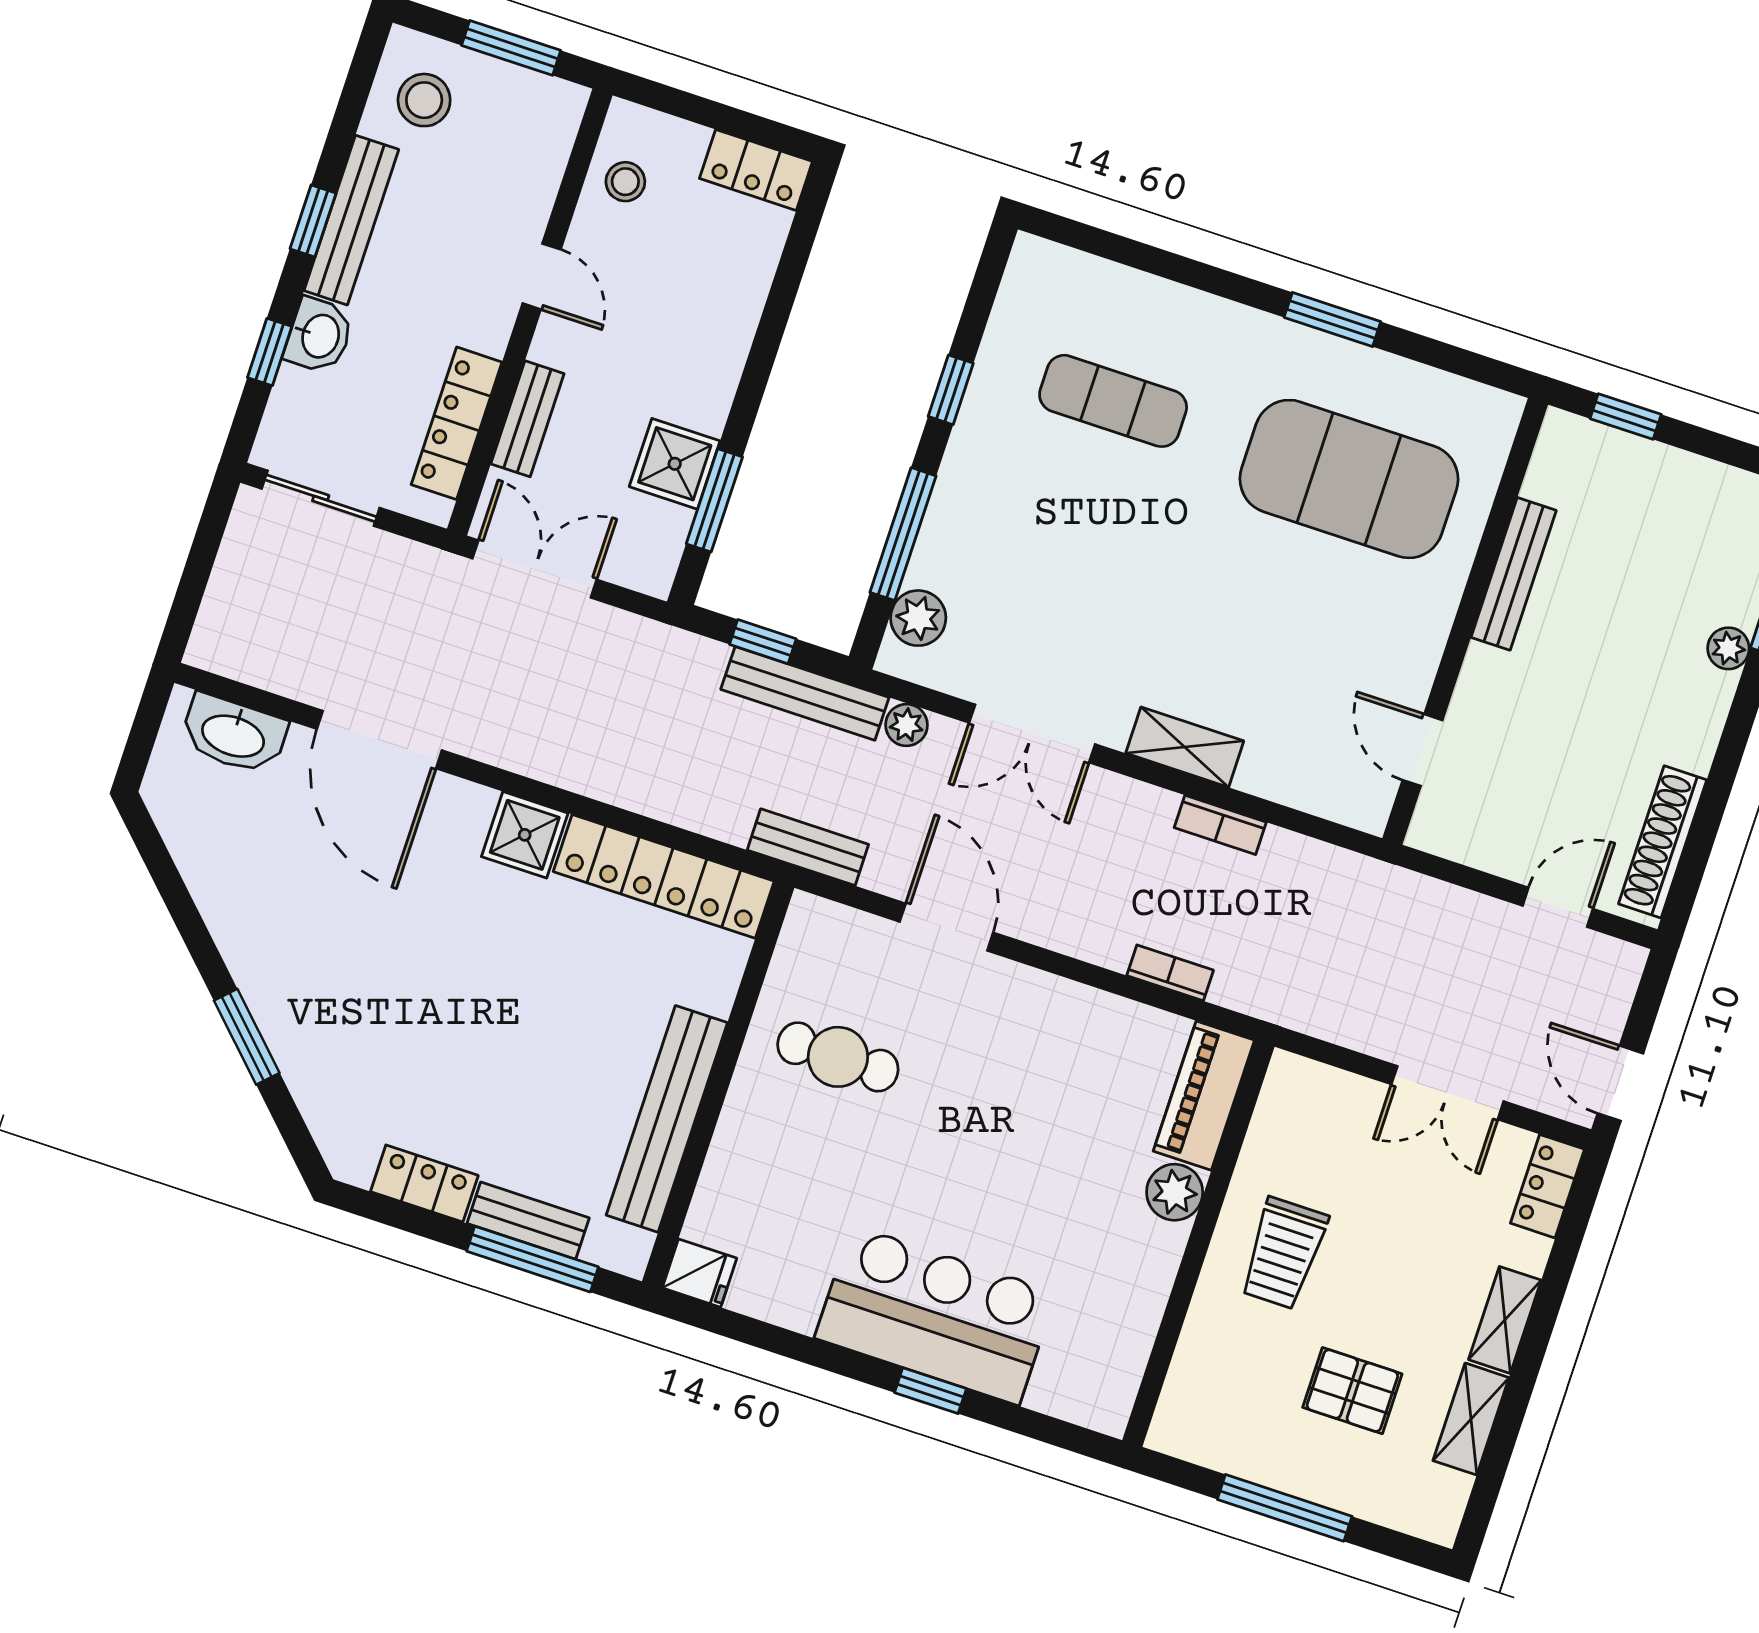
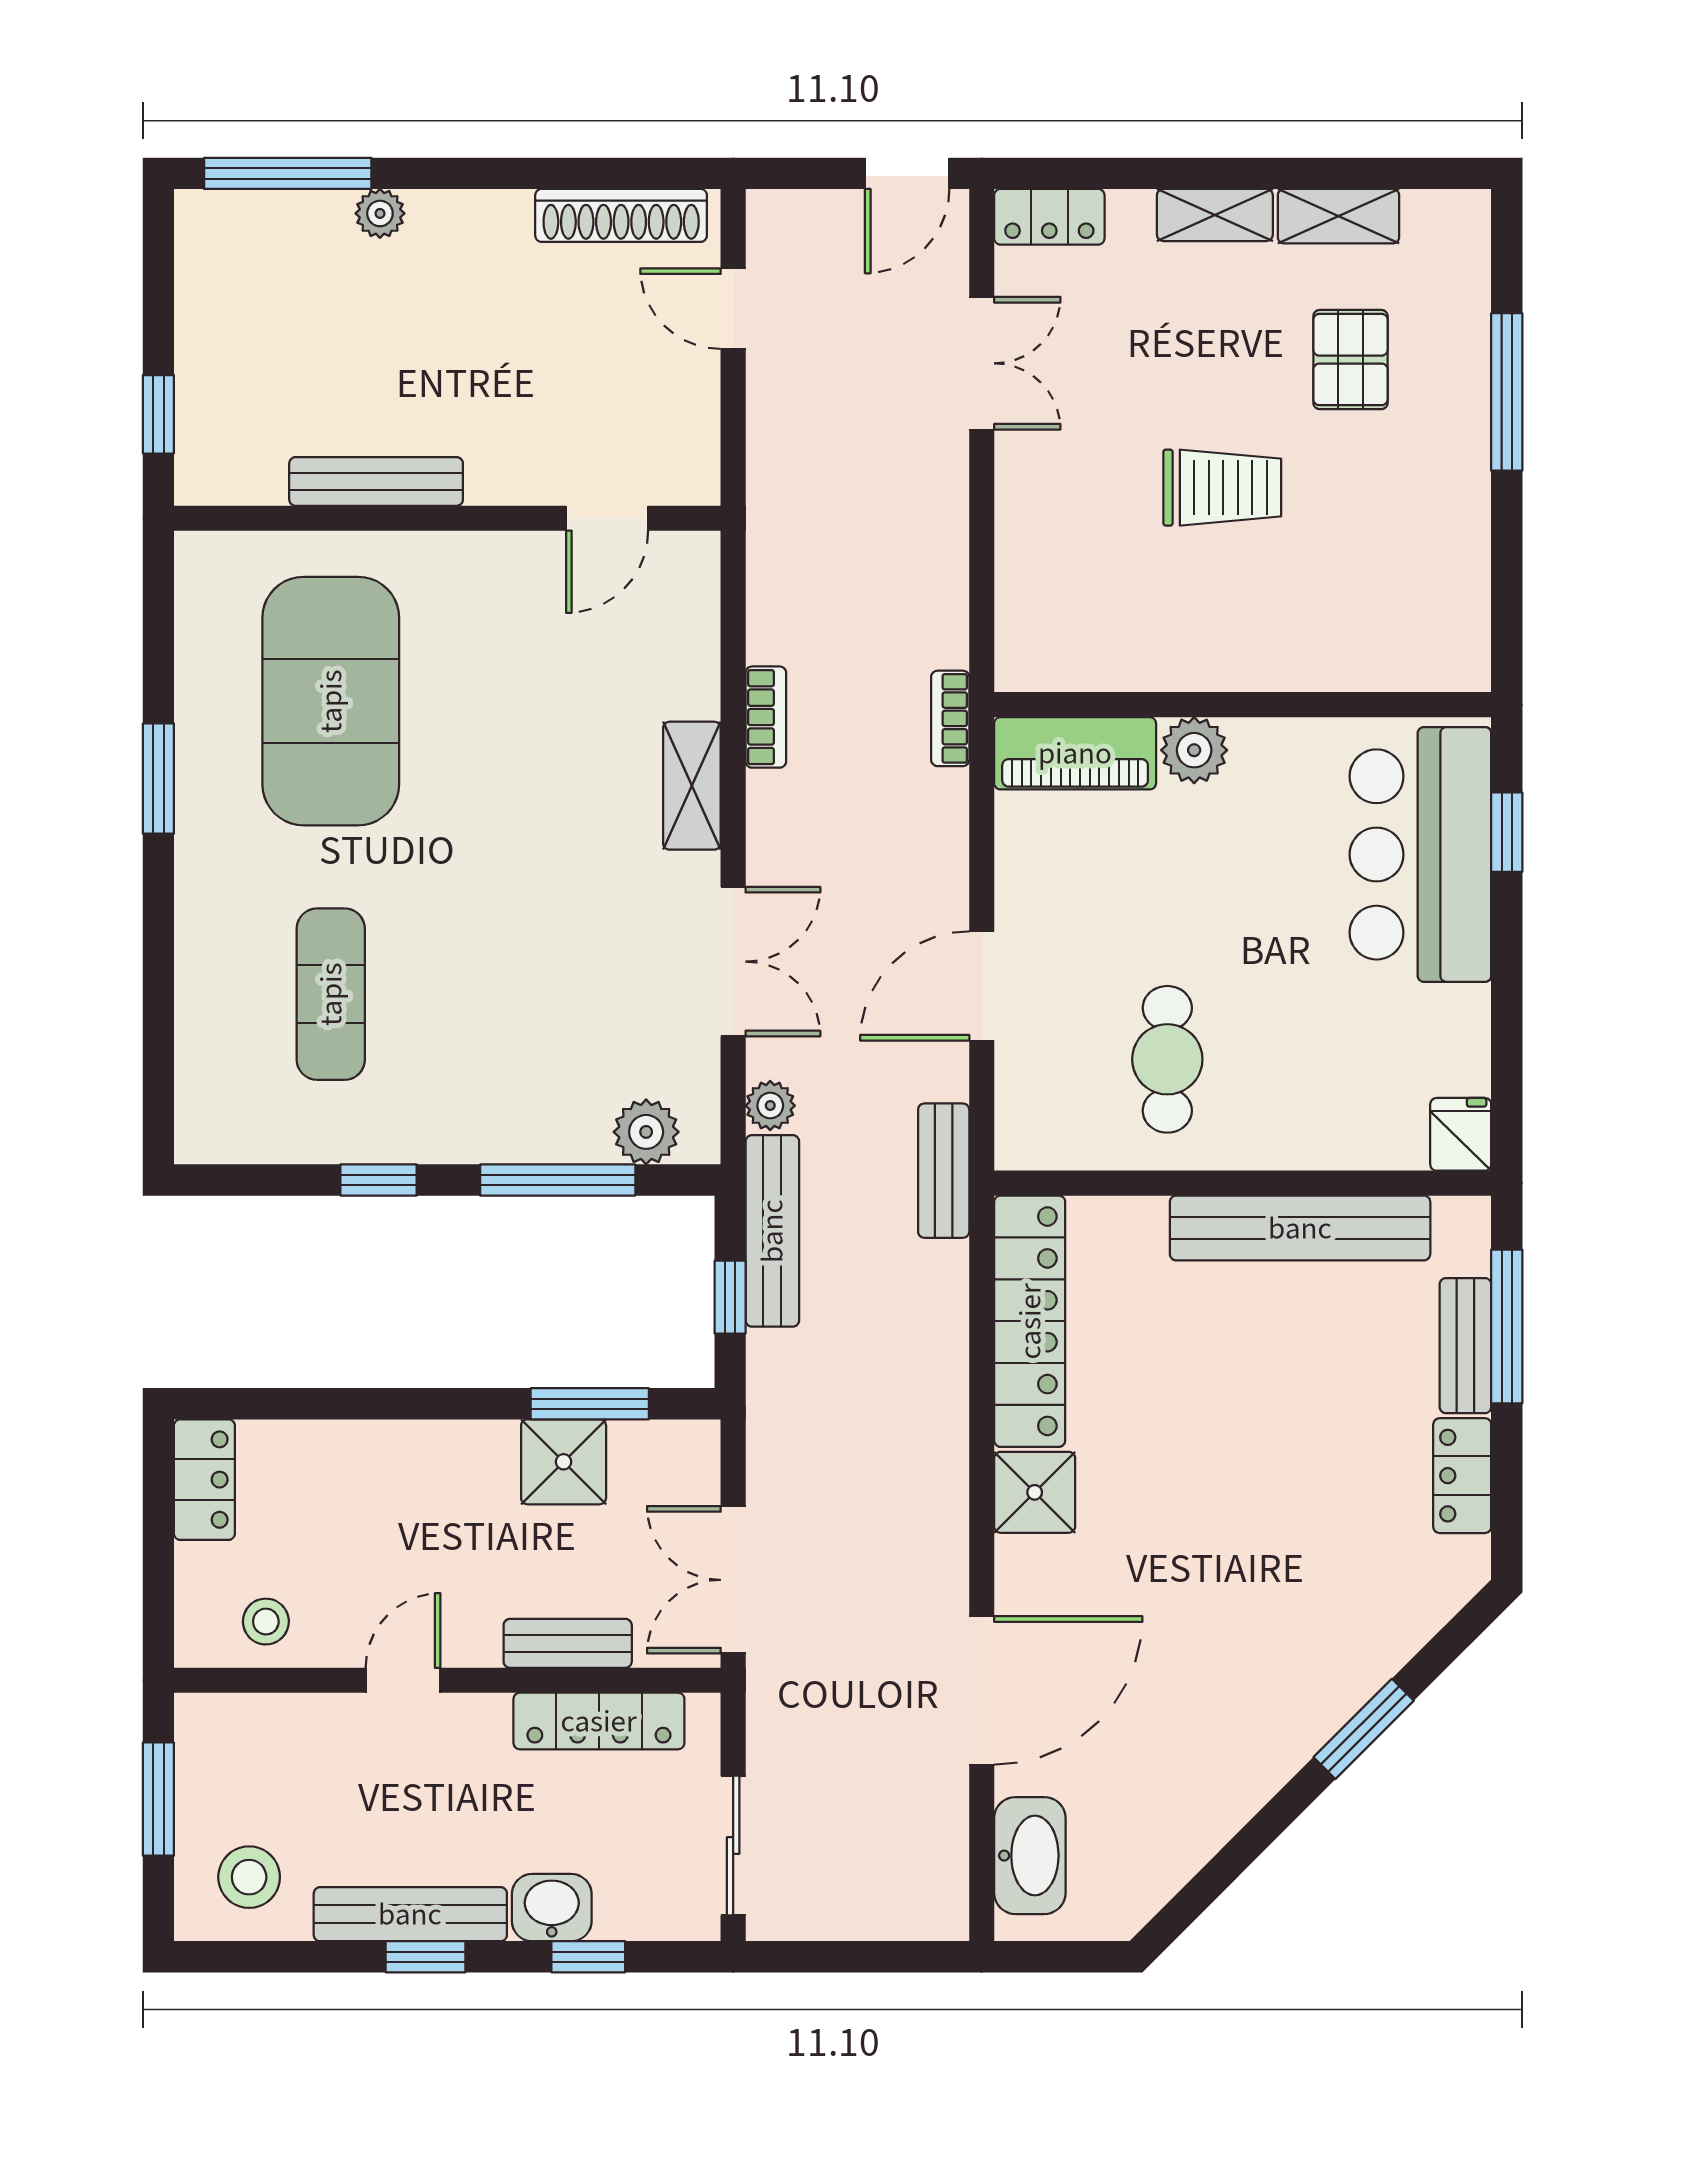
piano: (1204, 1096) -> (1075, 753), moved
plant: (1175, 1192) -> (1194, 750), moved
wall: (1198, 1243) -> (1243, 705), moved

